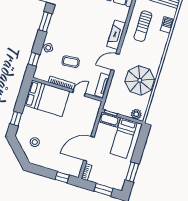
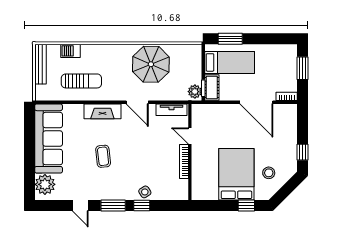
window: (34, 59) -> (142, 206), moved
coffee table: (71, 62) -> (103, 156), moved
bed: (47, 98) -> (236, 174), moved
plant: (136, 114) -> (195, 92), moved
window: (132, 172) -> (230, 39), moved
window: (62, 177) -> (303, 152), moved

